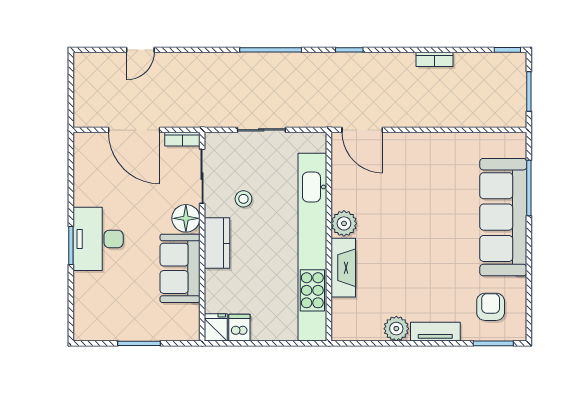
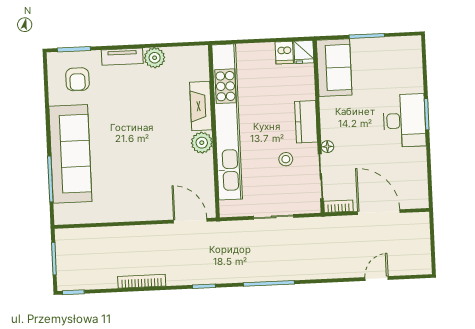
bookcase: (434, 59) -> (142, 281), width x1.56
floor lamp: (186, 218) -> (327, 147), width x0.53, depth x0.53
sofa: (180, 268) -> (334, 68), moved

